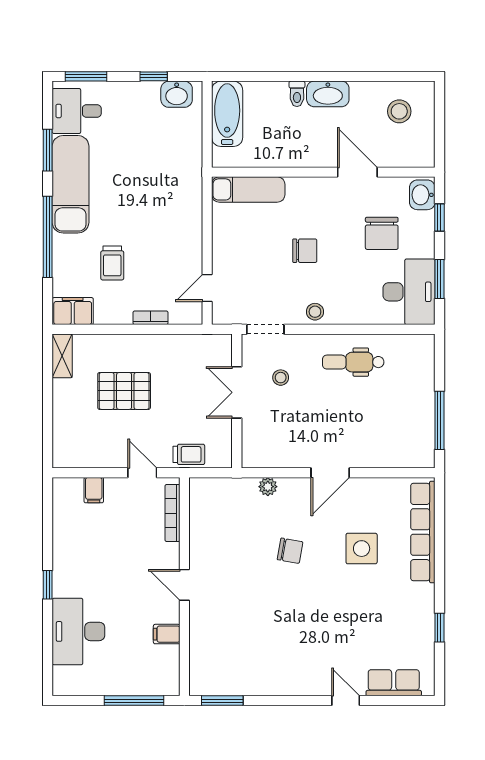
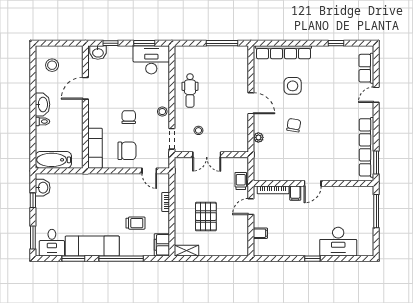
chair: (382, 233) -> (127, 151), moved
filing cabinet: (167, 634) -> (295, 193), moved
row of seats: (250, 683) -> (367, 147), added

